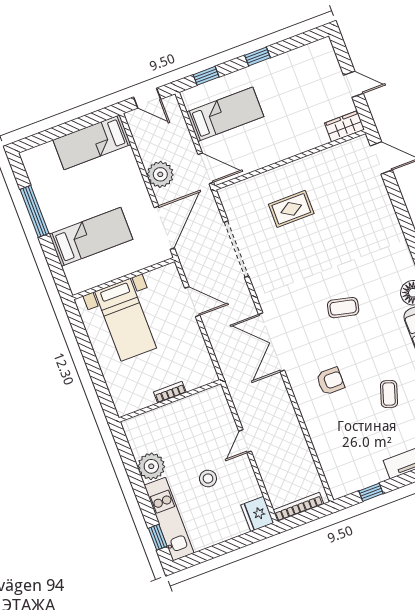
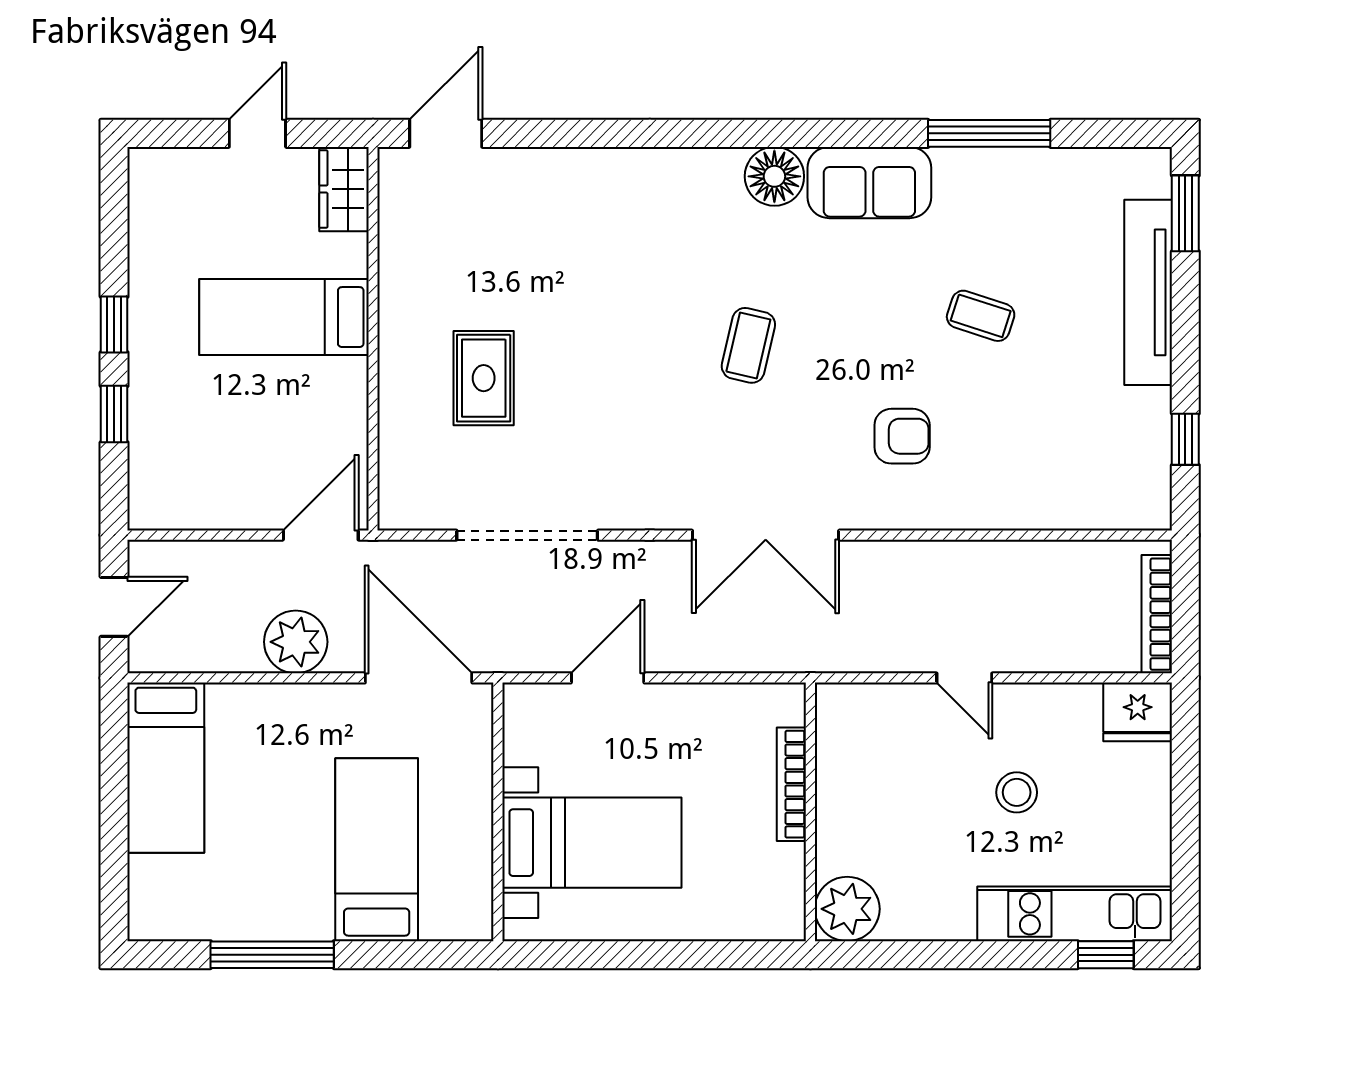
window: (206, 76) -> (114, 414), moved
bed: (225, 114) -> (284, 317), moved, turned -90
armchair: (330, 381) -> (902, 436), turned 90
bookcase: (170, 392) -> (791, 784), width x1.56
plant: (151, 466) -> (847, 909), moved

